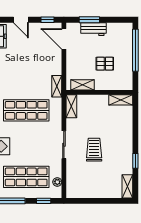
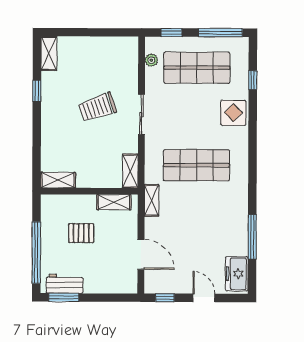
window: (89, 20) -> (64, 297), moved
workbench: (93, 29) -> (65, 284), moved
door: (64, 39) -> (141, 254), moved
trolley: (94, 150) -> (97, 107), turned 71

